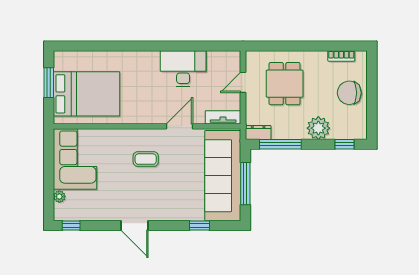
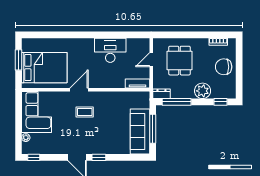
door: (179, 126) -> (79, 90), moved
sofa: (223, 176) -> (140, 131), width x0.74, depth x0.79
window: (199, 225) -> (99, 157), moved

